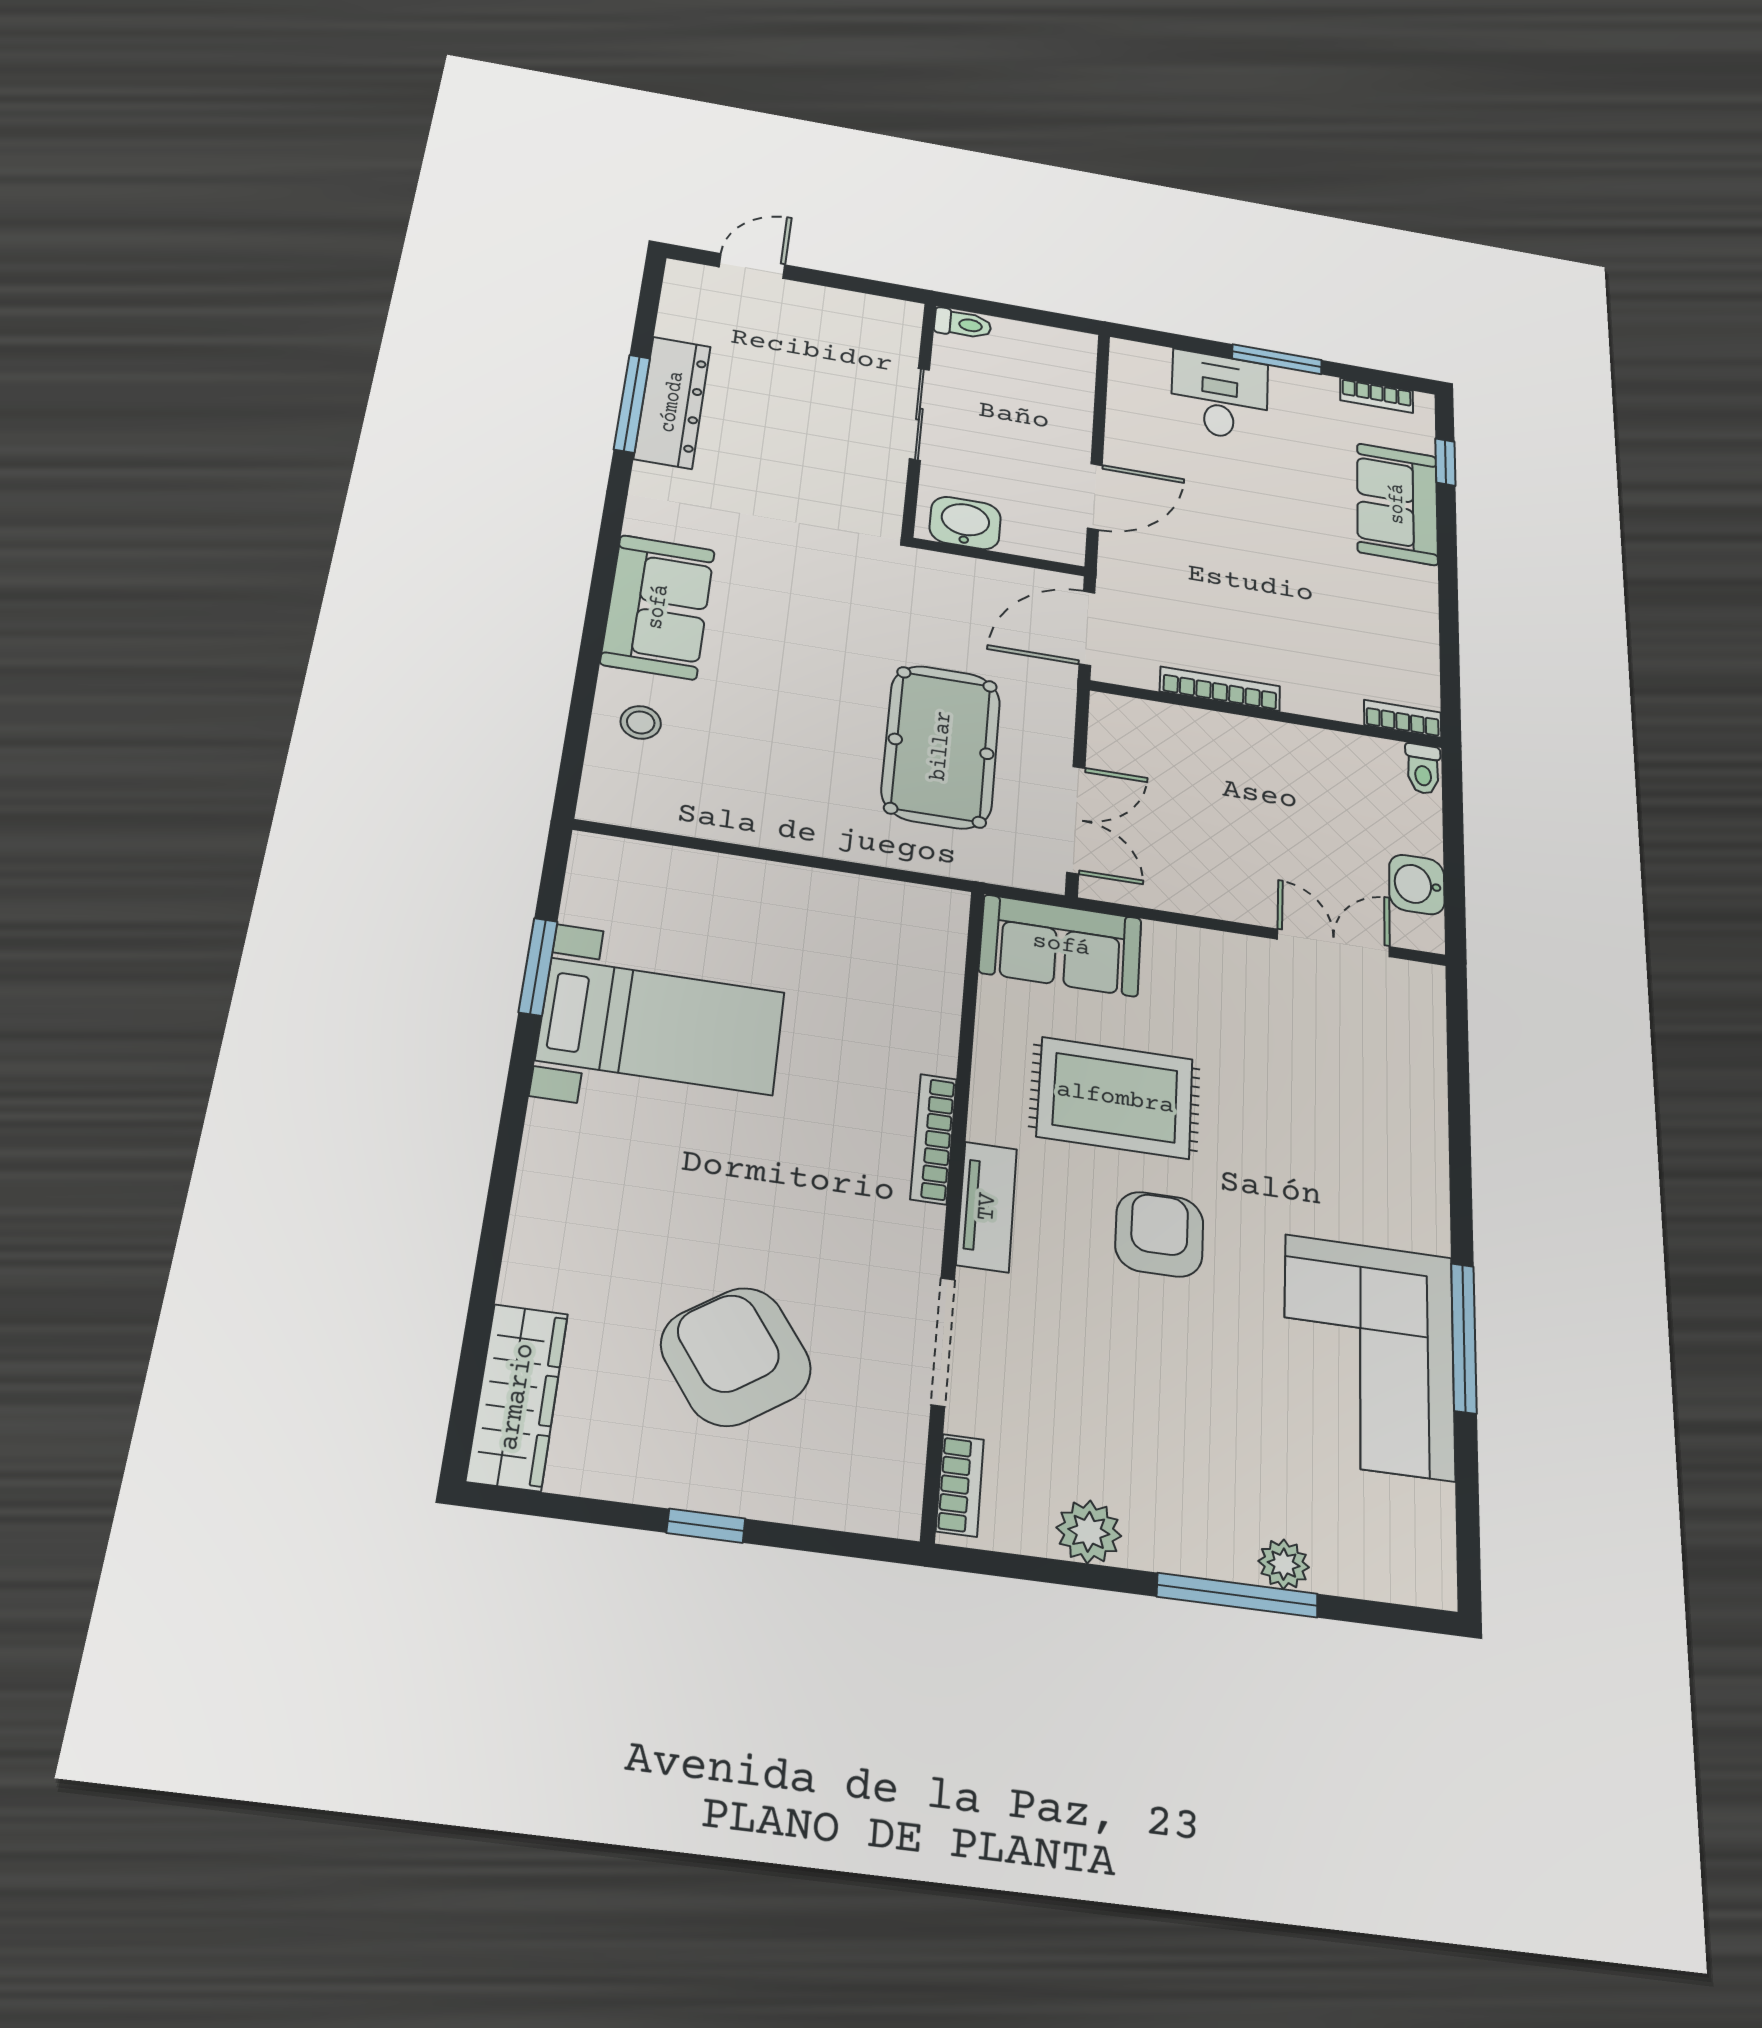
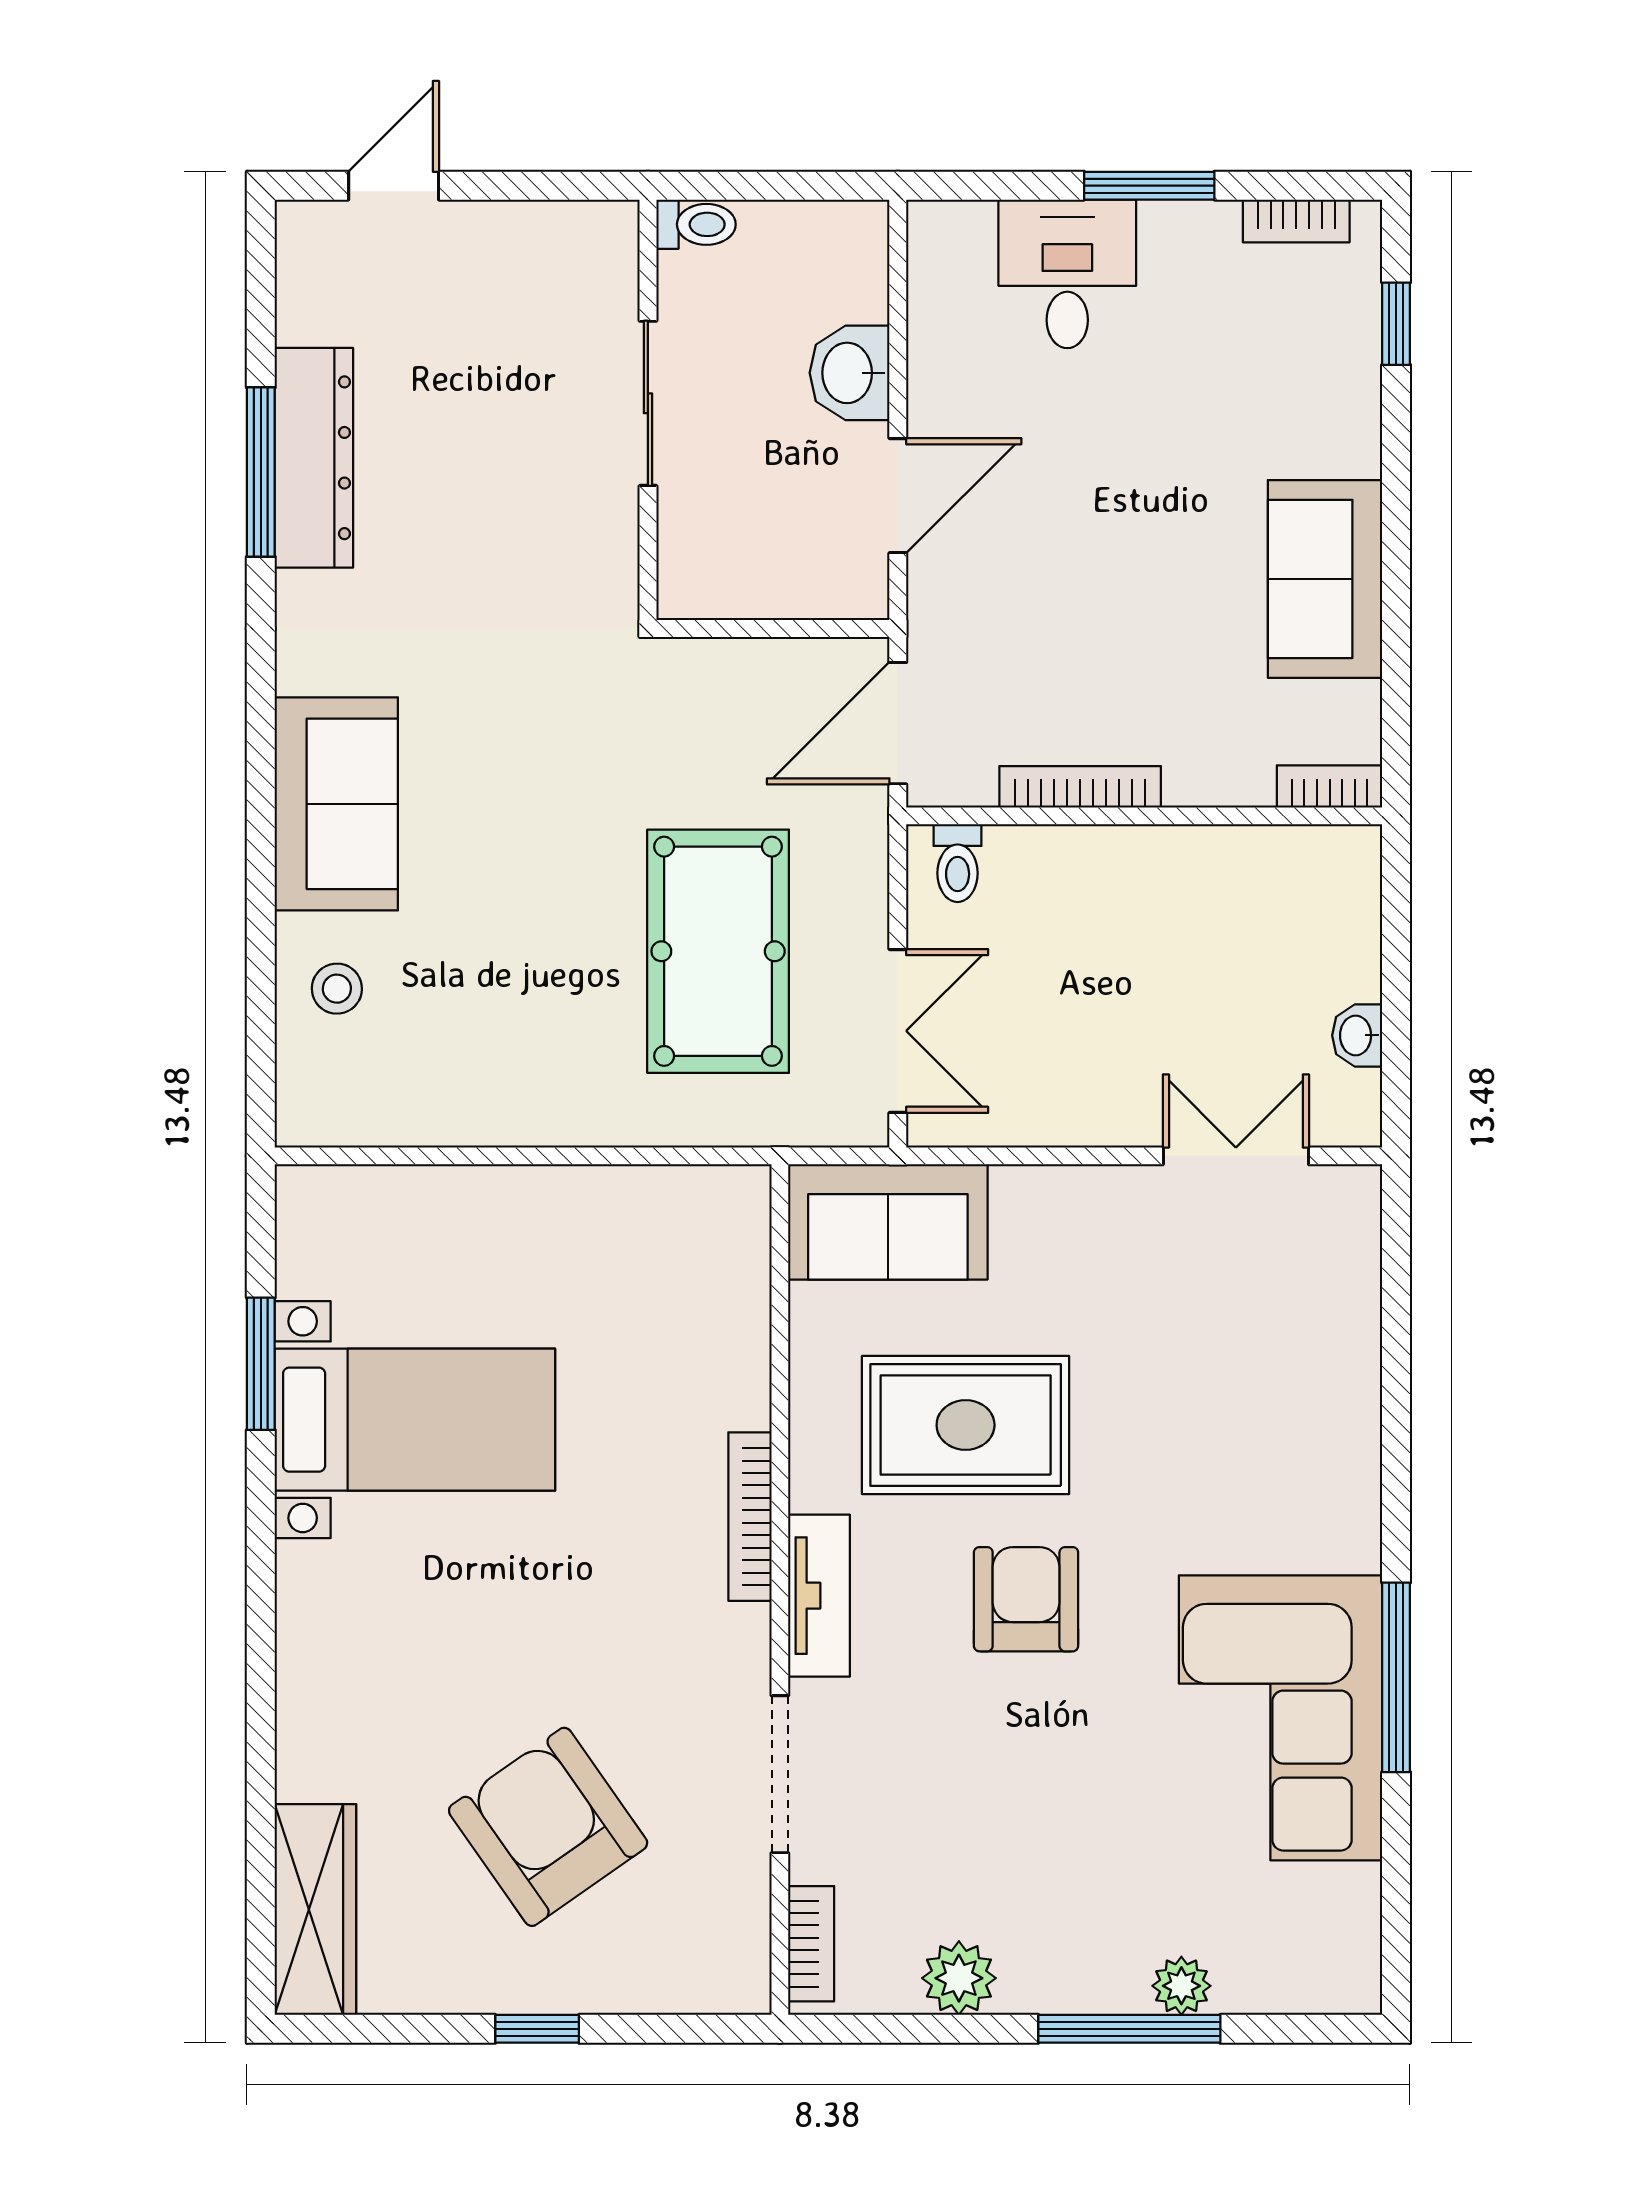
sofa: (1397, 504) -> (1325, 579), moved
washbasin: (965, 523) -> (849, 373), moved, turned -90
toilet: (1423, 769) -> (958, 863), moved
washbasin: (1417, 884) -> (1357, 1035), width x0.72, depth x0.69

